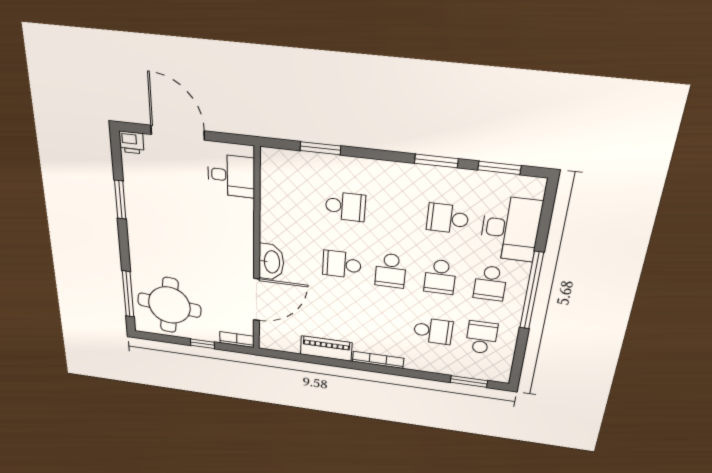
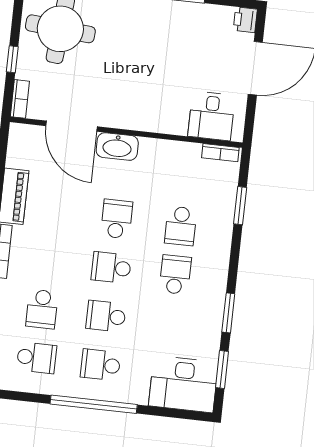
bookcase: (267, 167) -> (220, 153), added
school desk: (448, 218) -> (175, 275), moved
desk: (510, 229) -> (183, 384), moved

